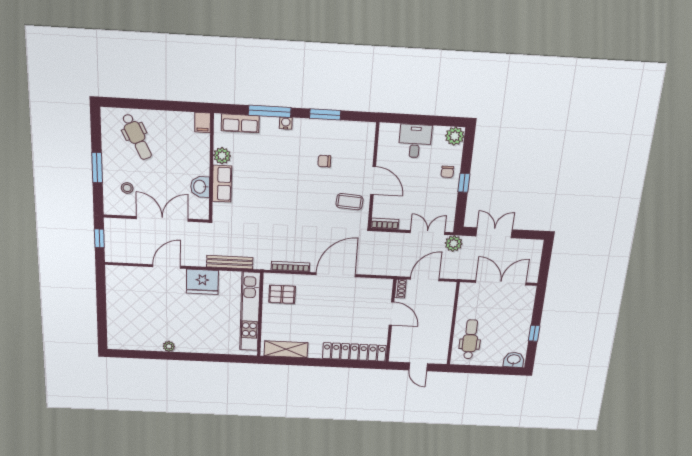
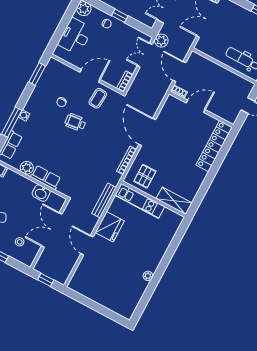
window: (325, 114) -> (37, 74), moved
desk: (415, 141) -> (75, 36), width x1.37
wheelchair: (307, 189) -> (75, 122), added
kitchen unit: (250, 312) -> (140, 201), width x0.73
shelving: (286, 349) -> (174, 201), moved, turned 90

